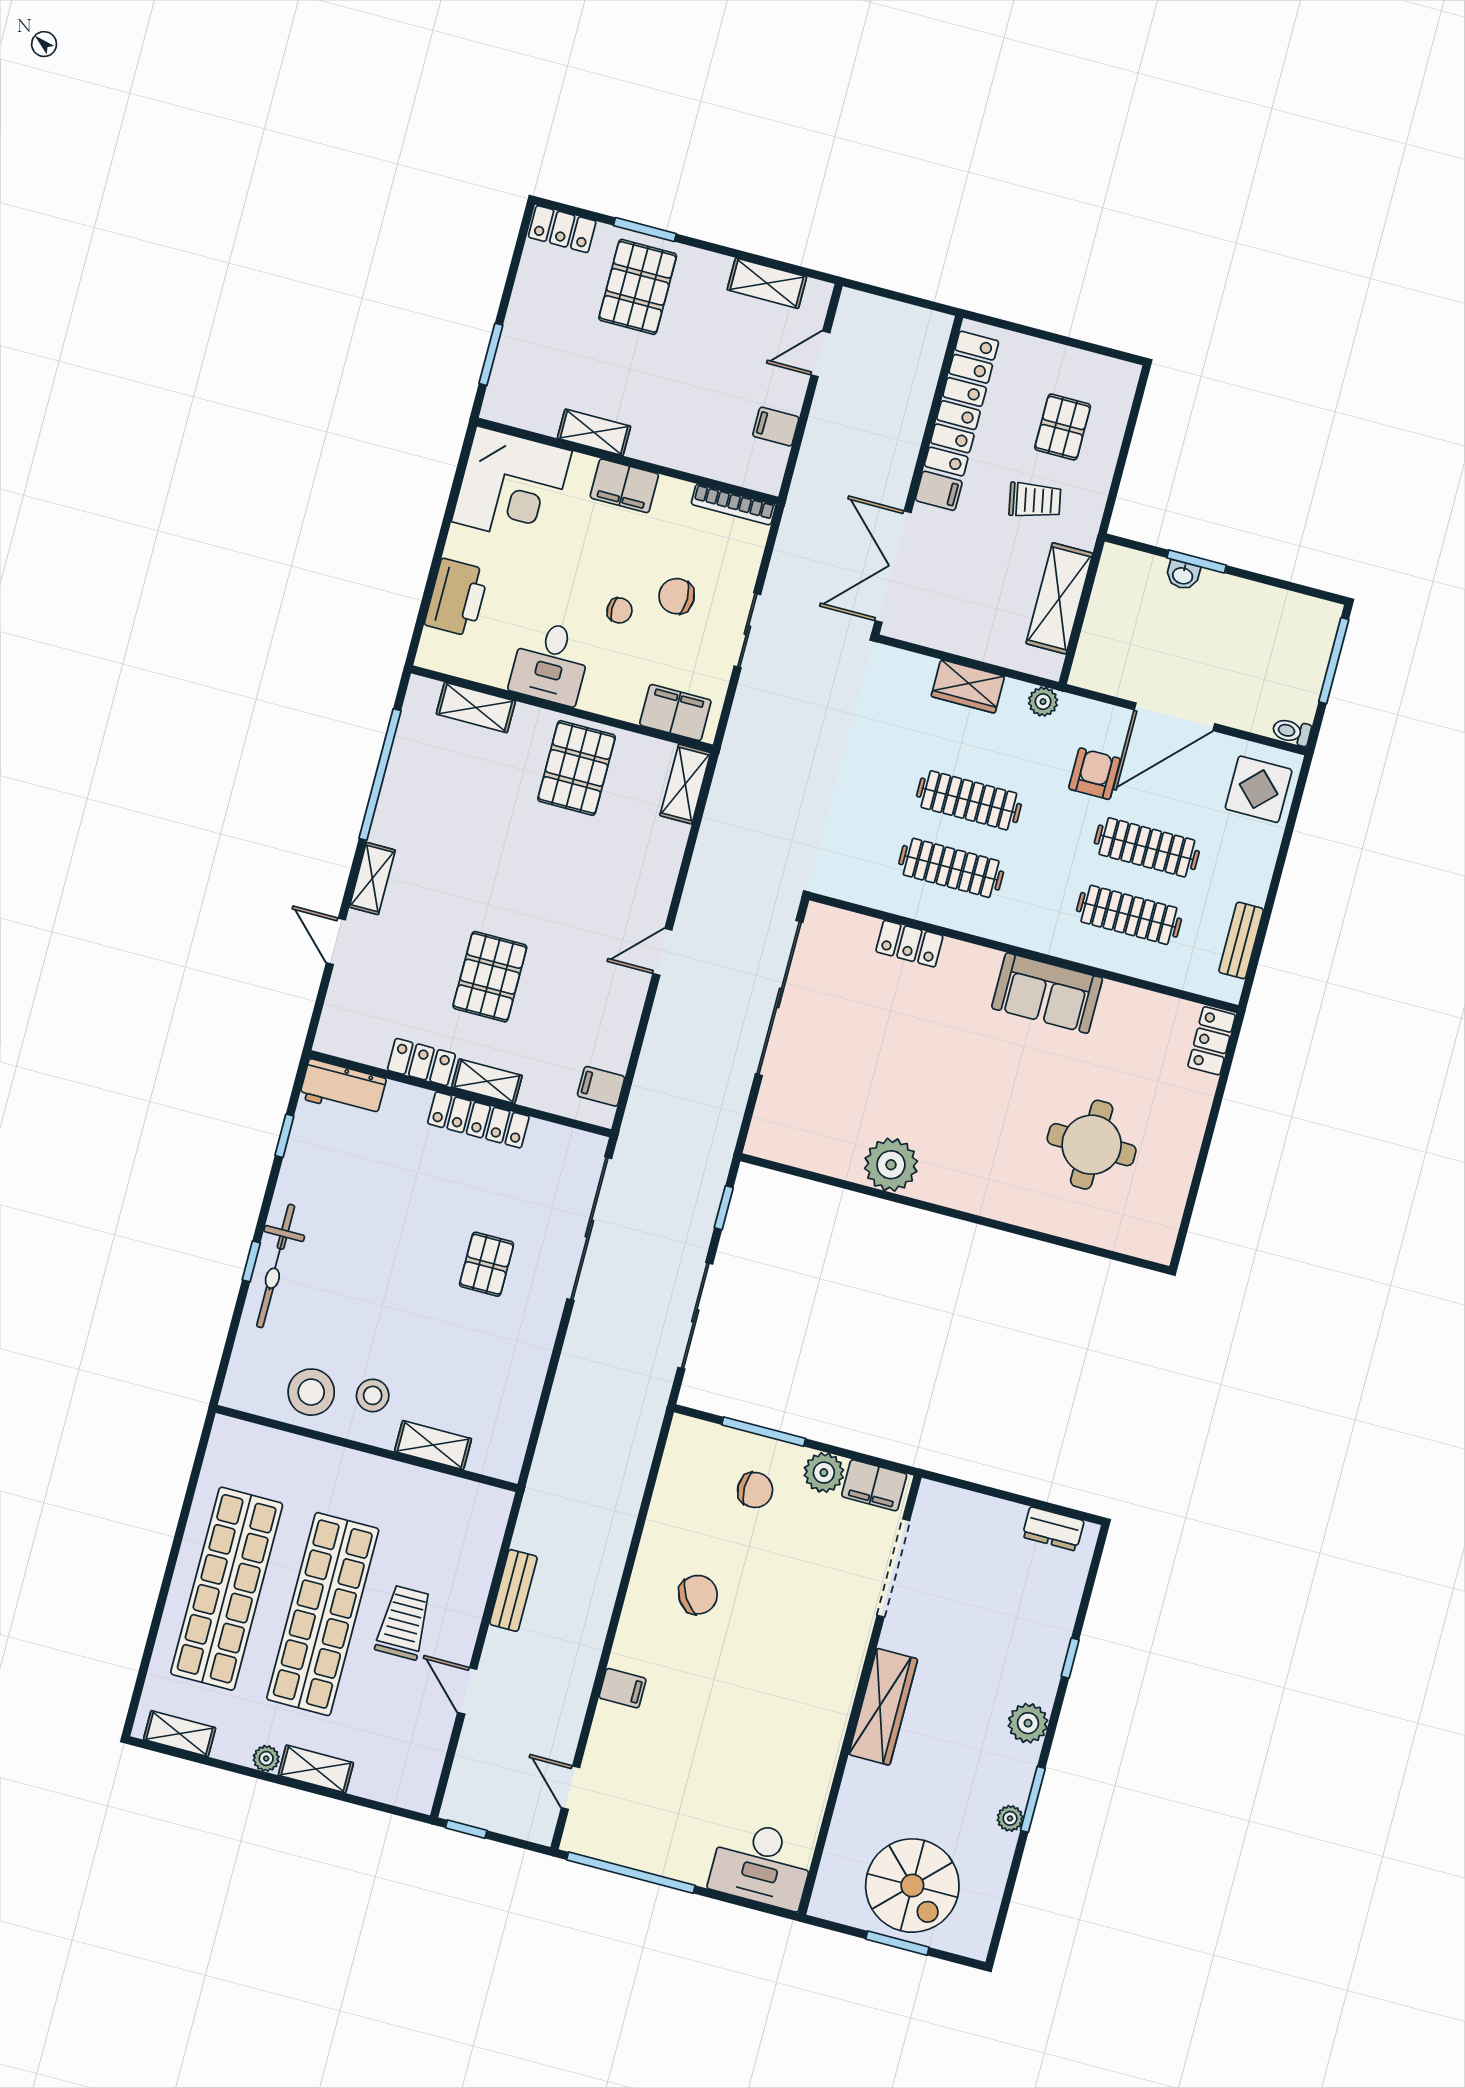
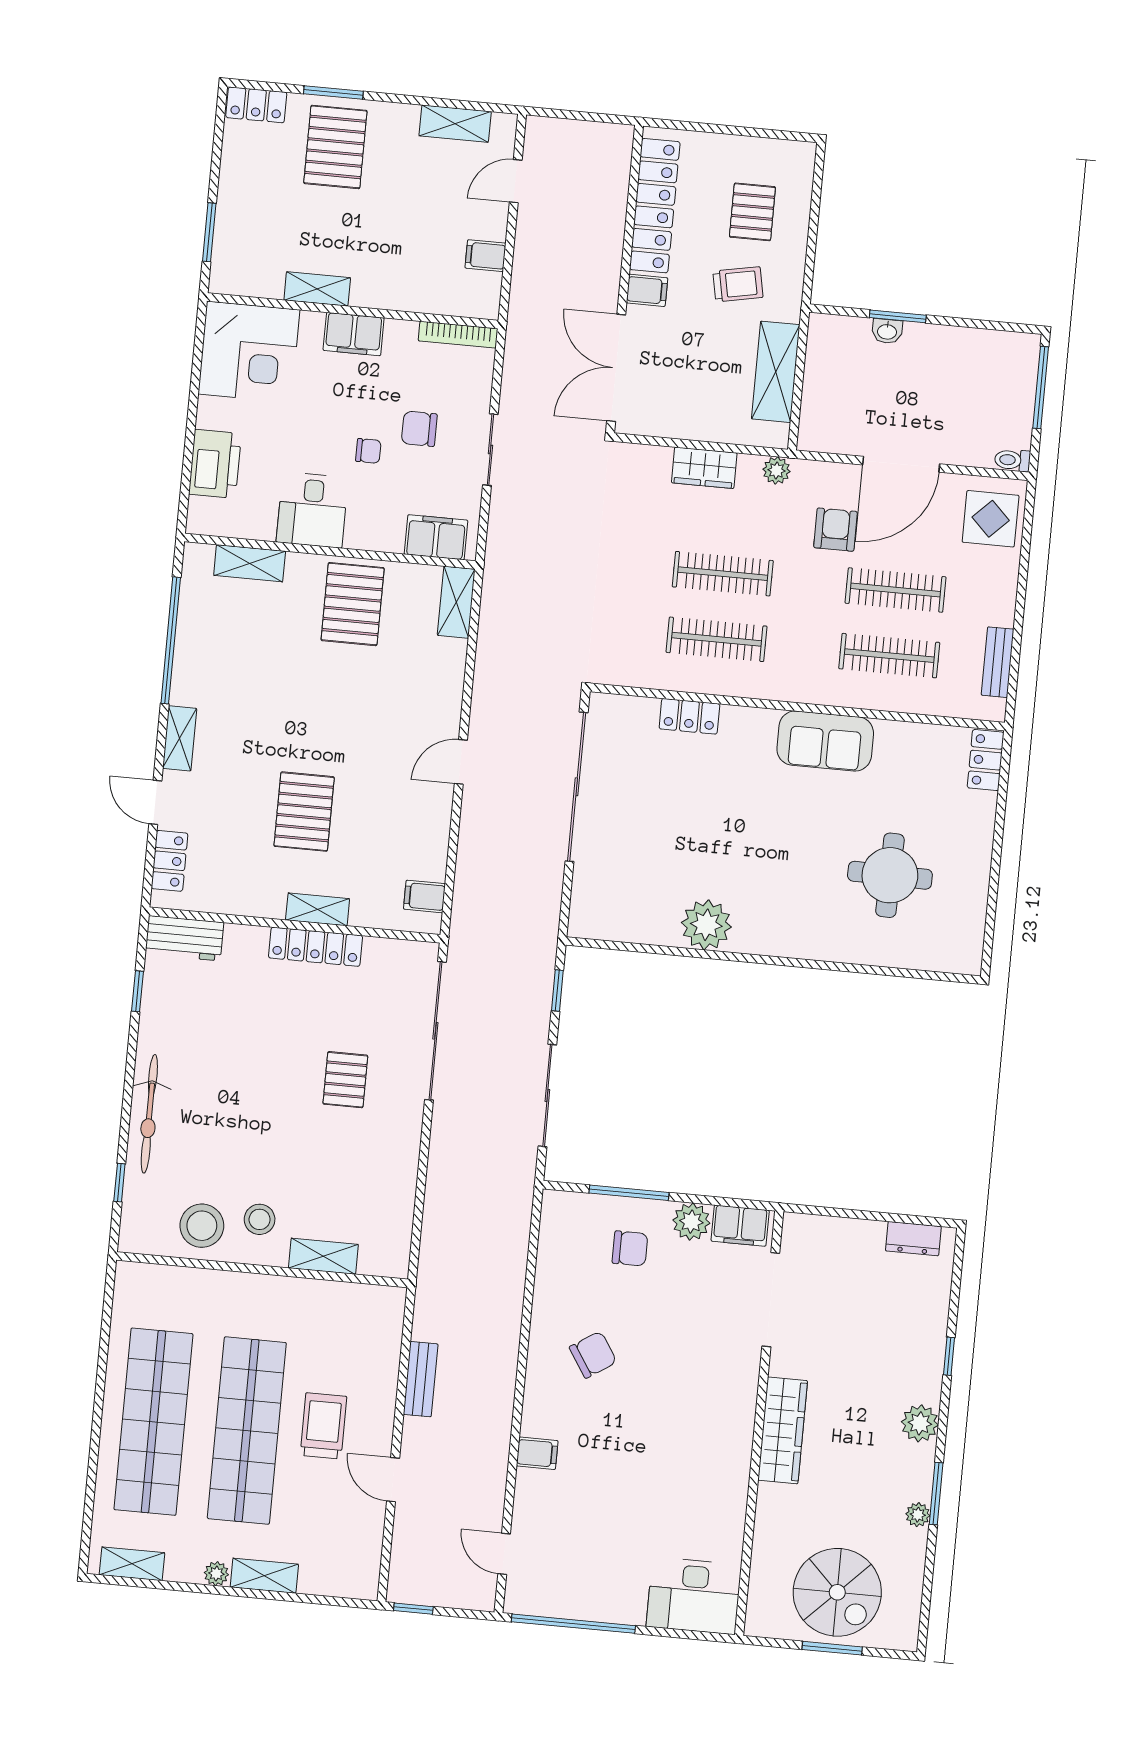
locker: (421, 1062) -> (170, 861), moved, turned 90
window: (251, 1261) -> (119, 1183), moved

